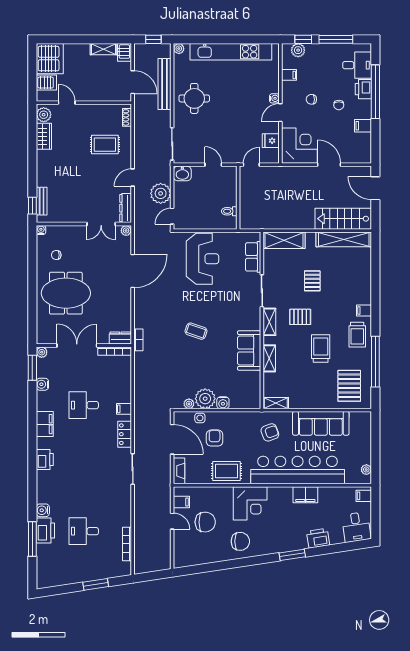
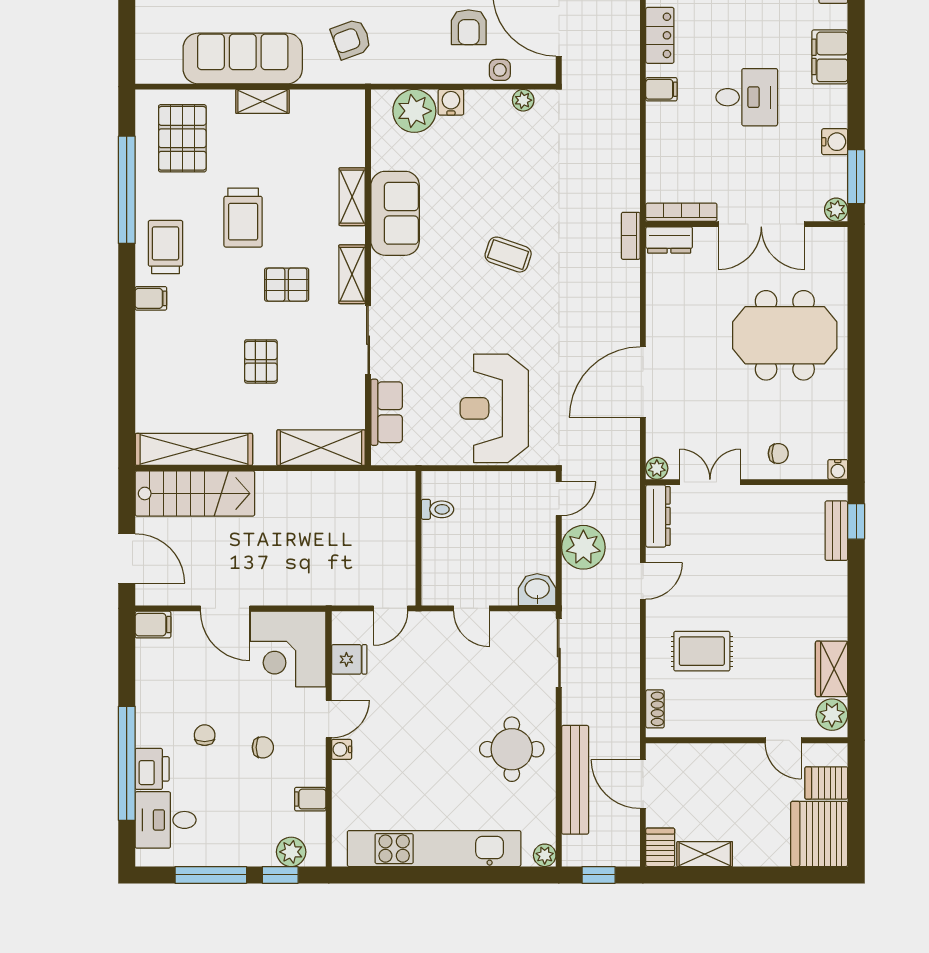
filing cabinet: (363, 126) -> (153, 625), moved
chair: (56, 255) -> (778, 453), moved
plant: (205, 399) -> (414, 111), moved
shelving: (276, 403) -> (262, 101), moved

